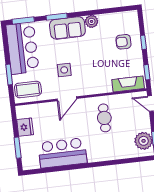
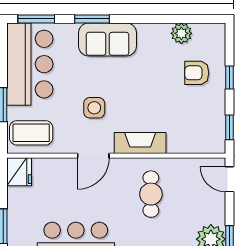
plant: (92, 21) -> (181, 33), moved
fireplace: (128, 84) -> (140, 143), moved
fridge: (25, 127) -> (19, 172), moved

